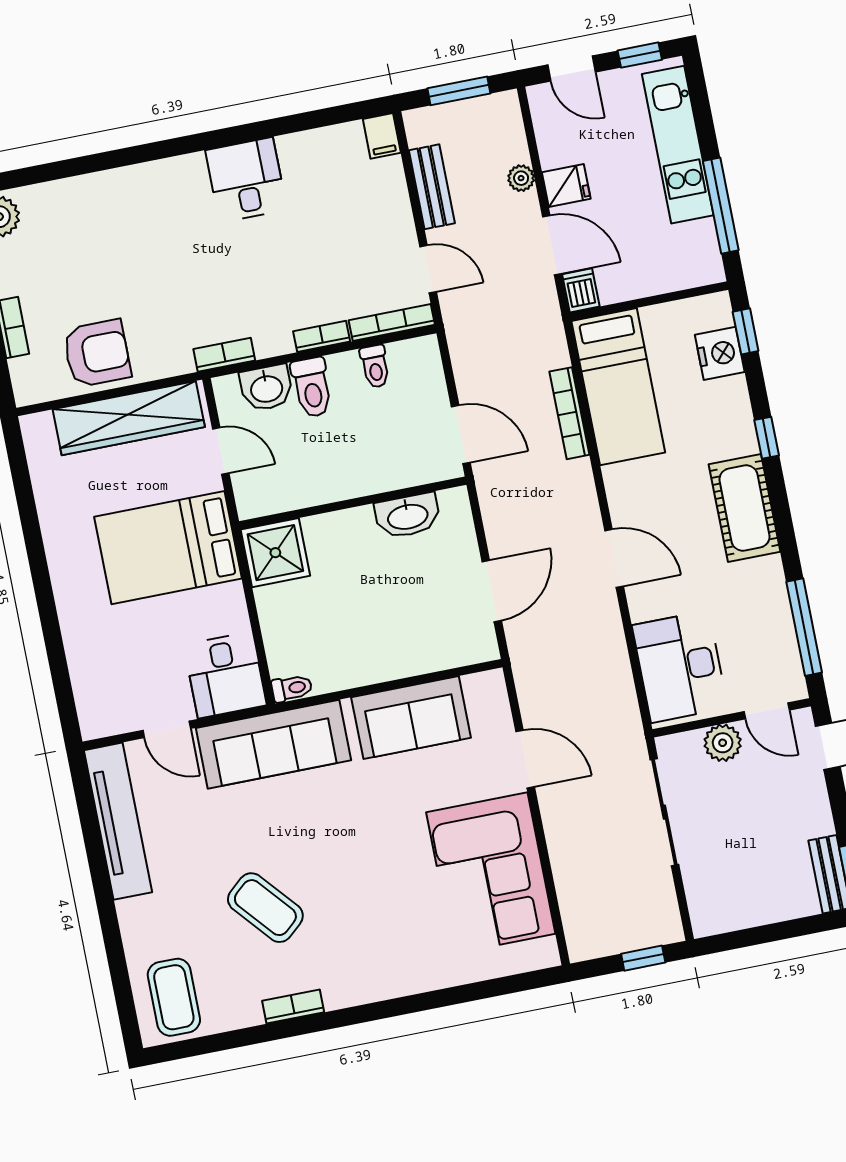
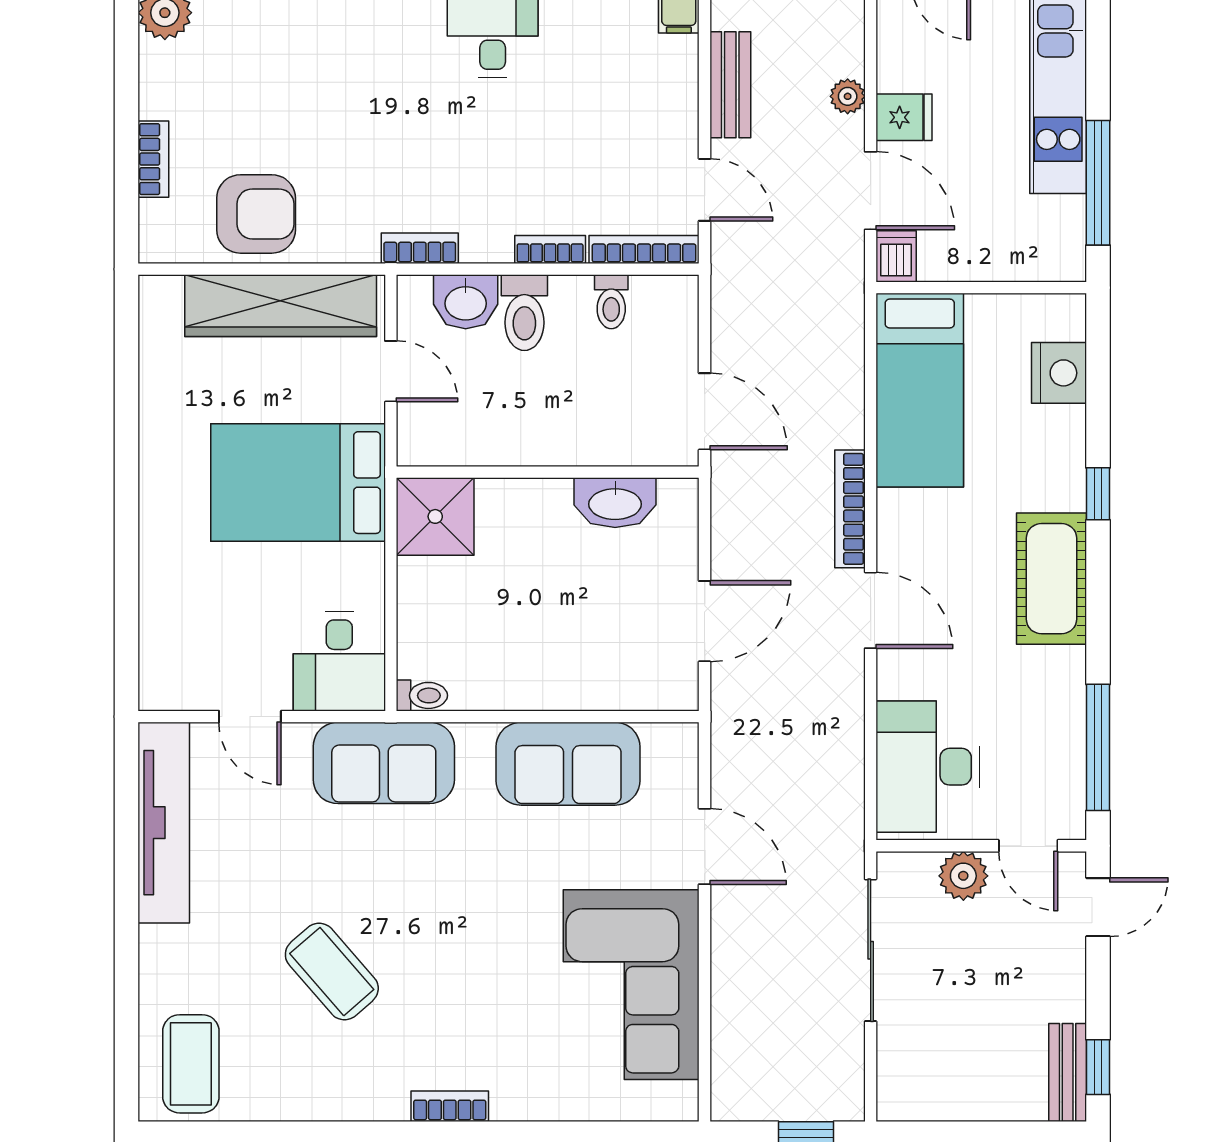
window: (746, 331) -> (1098, 351), removed
bookcase: (569, 413) -> (850, 509), moved
sofa: (273, 744) -> (384, 763), width x0.73
bookcase: (293, 1007) -> (450, 1106), moved

